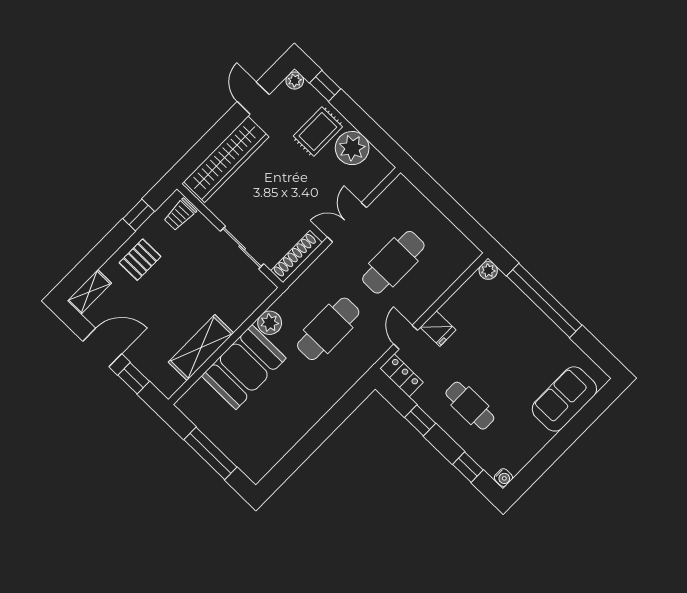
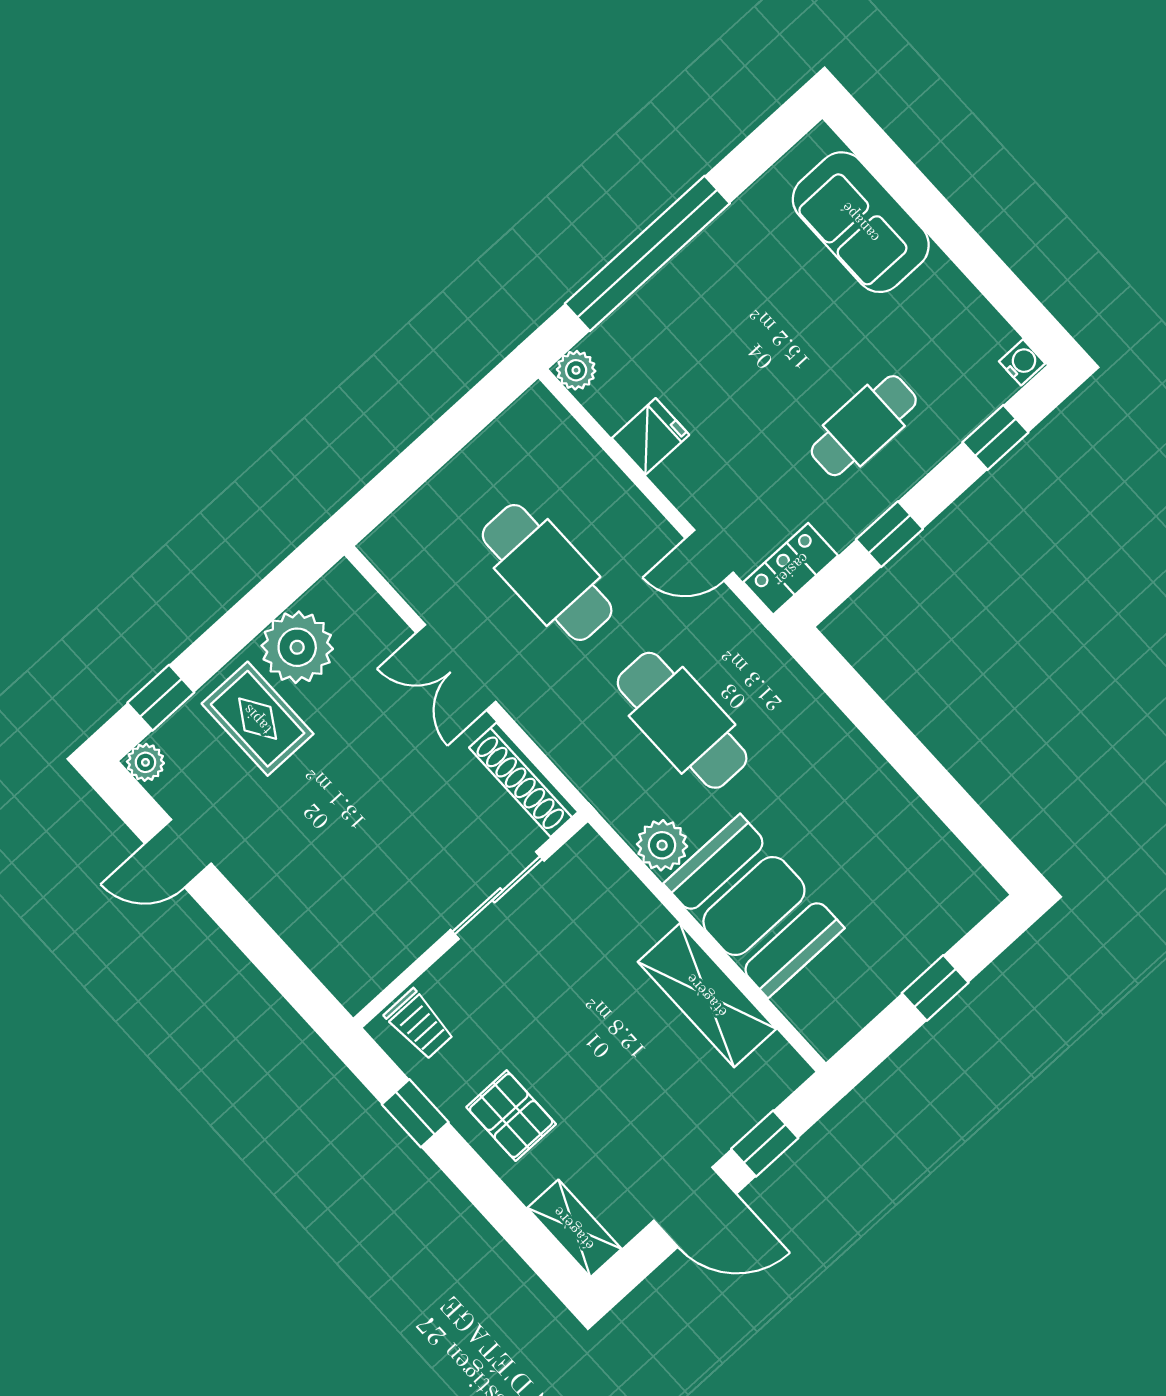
wardrobe: (226, 159) -> (306, 919), removed
fridge: (438, 329) -> (650, 436), moved
door: (102, 347) -> (695, 1207), swing flipped
window: (210, 453) -> (935, 988), width x0.46

